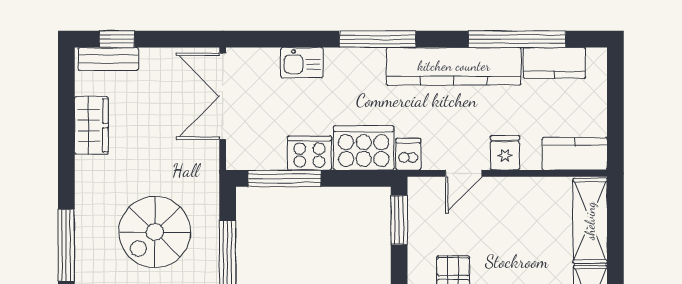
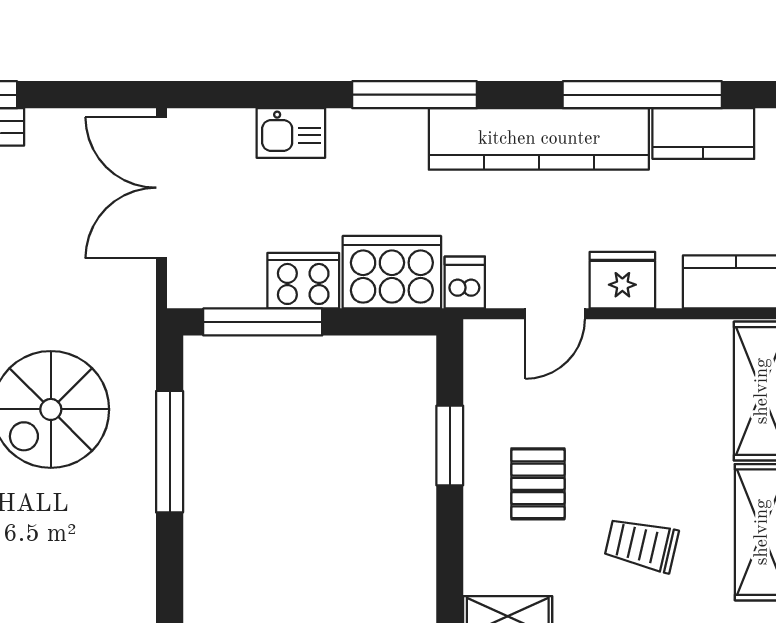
fridge: (505, 153) -> (622, 280), width x1.38
window: (399, 220) -> (450, 445), moved

